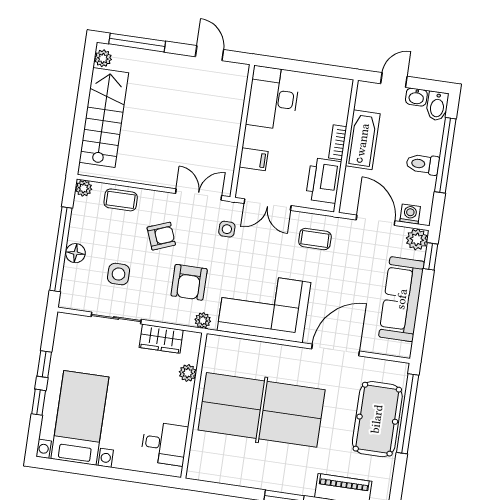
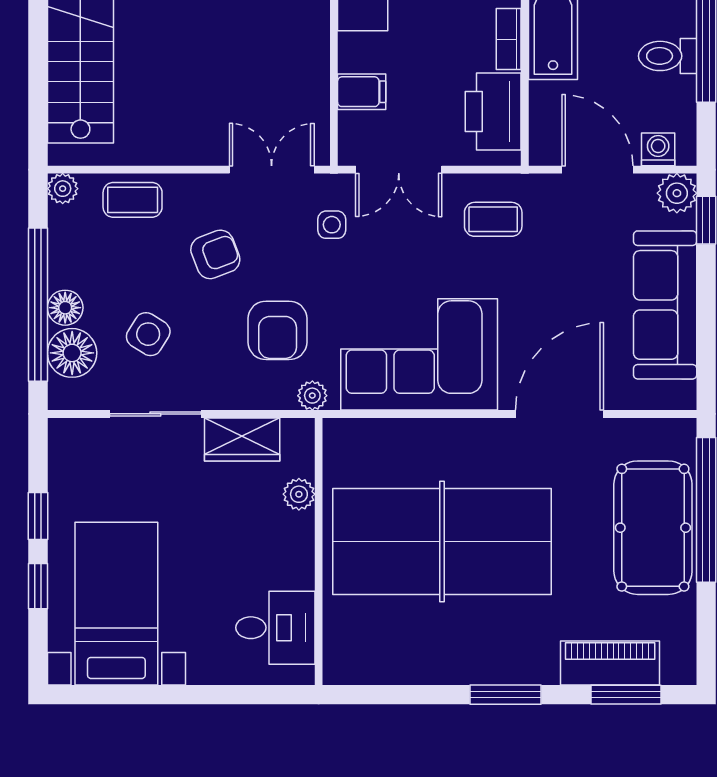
side table: (119, 274) -> (148, 334), turned 32
floor lamp: (76, 278) -> (72, 353), added

